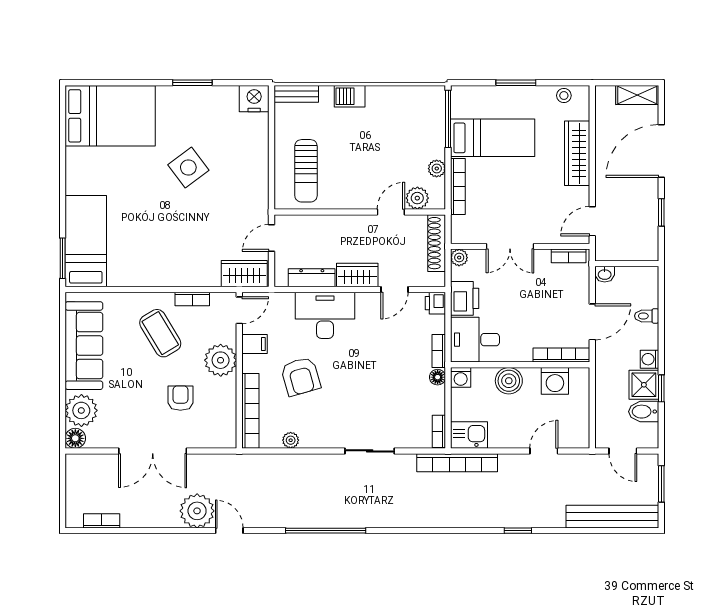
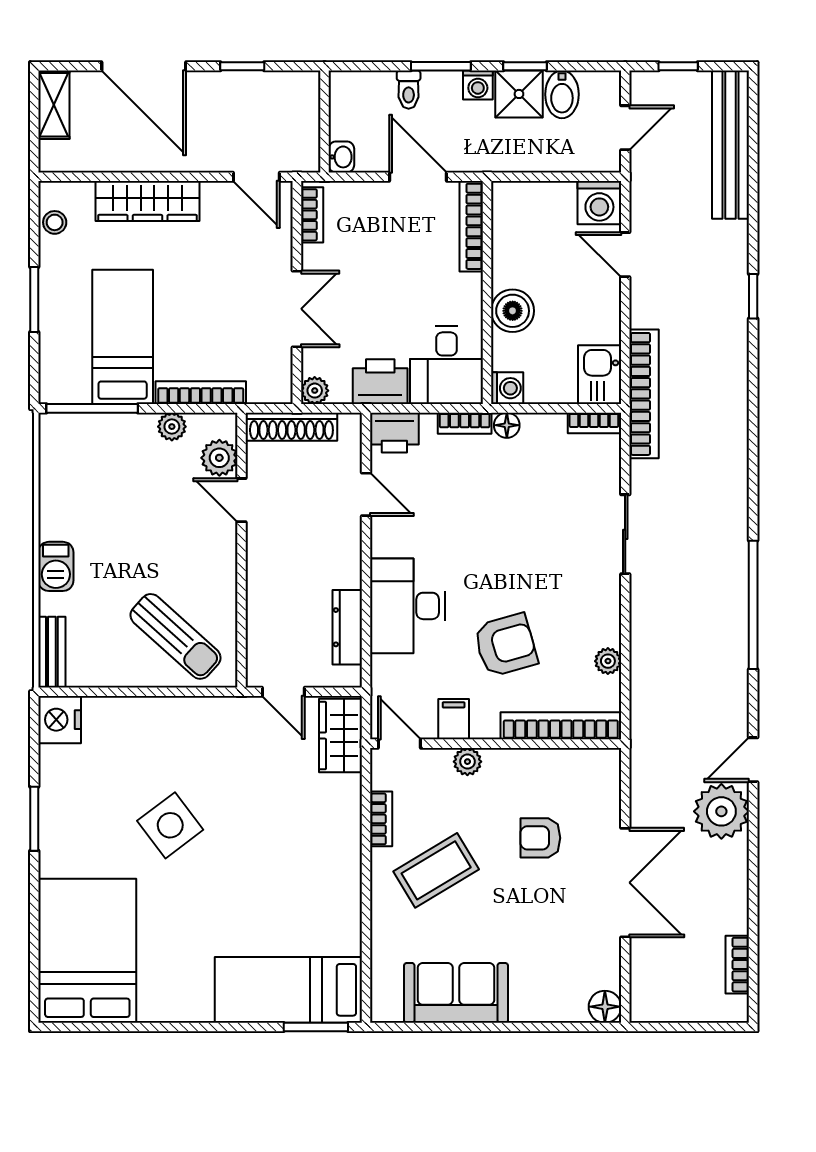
sun lounger: (306, 171) -> (176, 636), turned 42
wardrobe: (357, 275) -> (343, 554), removed
printer: (435, 303) -> (394, 433), width x1.36, depth x1.24
window: (661, 336) -> (441, 66), added
sofa: (84, 346) -> (456, 993), width x0.73
plant: (221, 360) -> (467, 762), width x0.53, depth x0.53
washing machine: (555, 381) -> (599, 203), moved, turned 90
plant: (81, 410) -> (560, 997), removed
window: (661, 484) -> (678, 66), width x0.67

